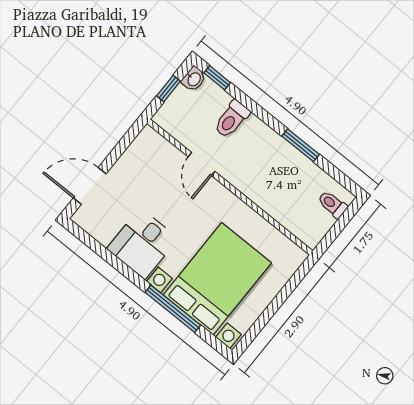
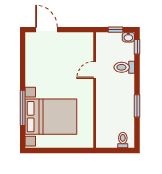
desk: (142, 244) -> (40, 72), removed

